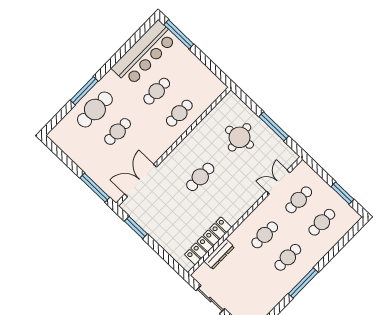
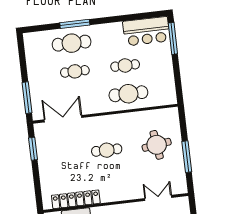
bar counter: (144, 53) -> (146, 31), width x0.73
cafe table: (179, 113) -> (128, 94), width x1.37, depth x1.35

